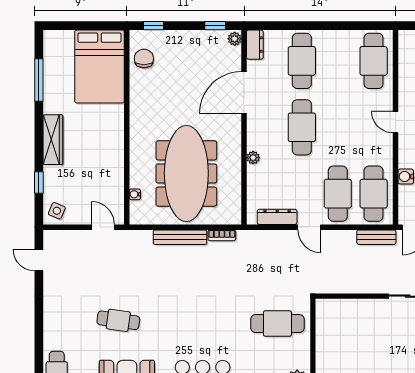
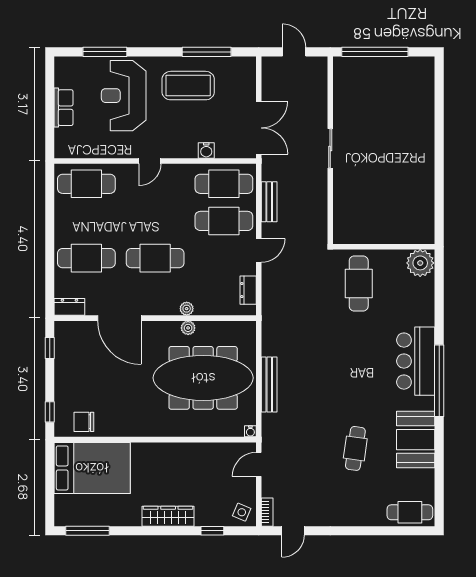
plant: (235, 39) -> (188, 328), moved
window: (39, 80) -> (87, 531), moved
water cooler: (135, 194) -> (250, 431), moved
dresser: (277, 217) -> (248, 290), width x0.70
bookcase: (222, 235) -> (267, 512), moved
bench: (376, 237) -> (269, 202), moved

